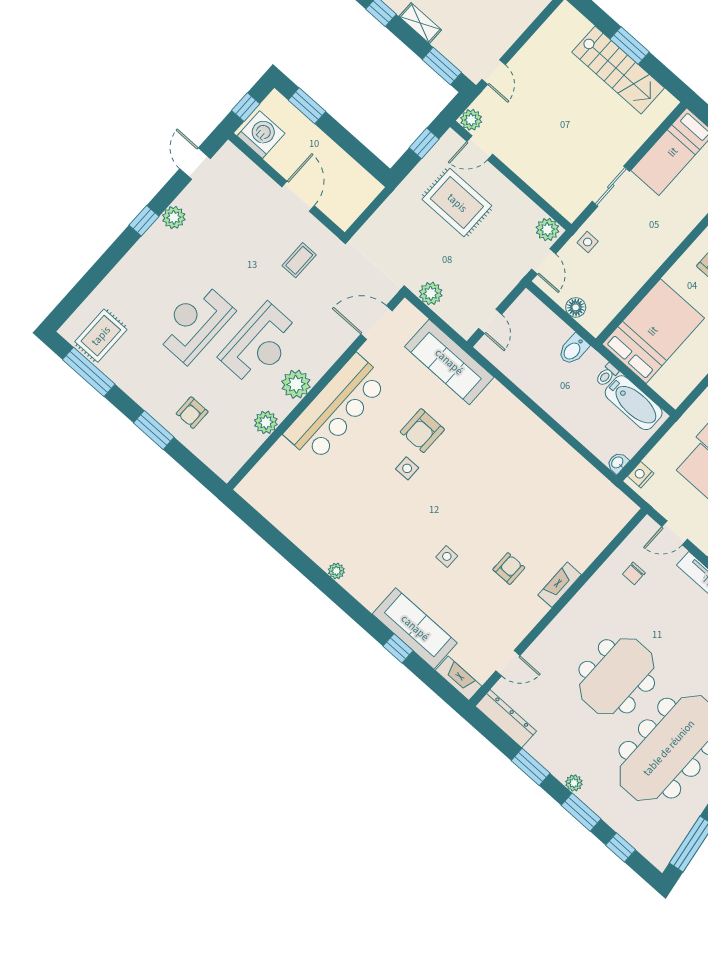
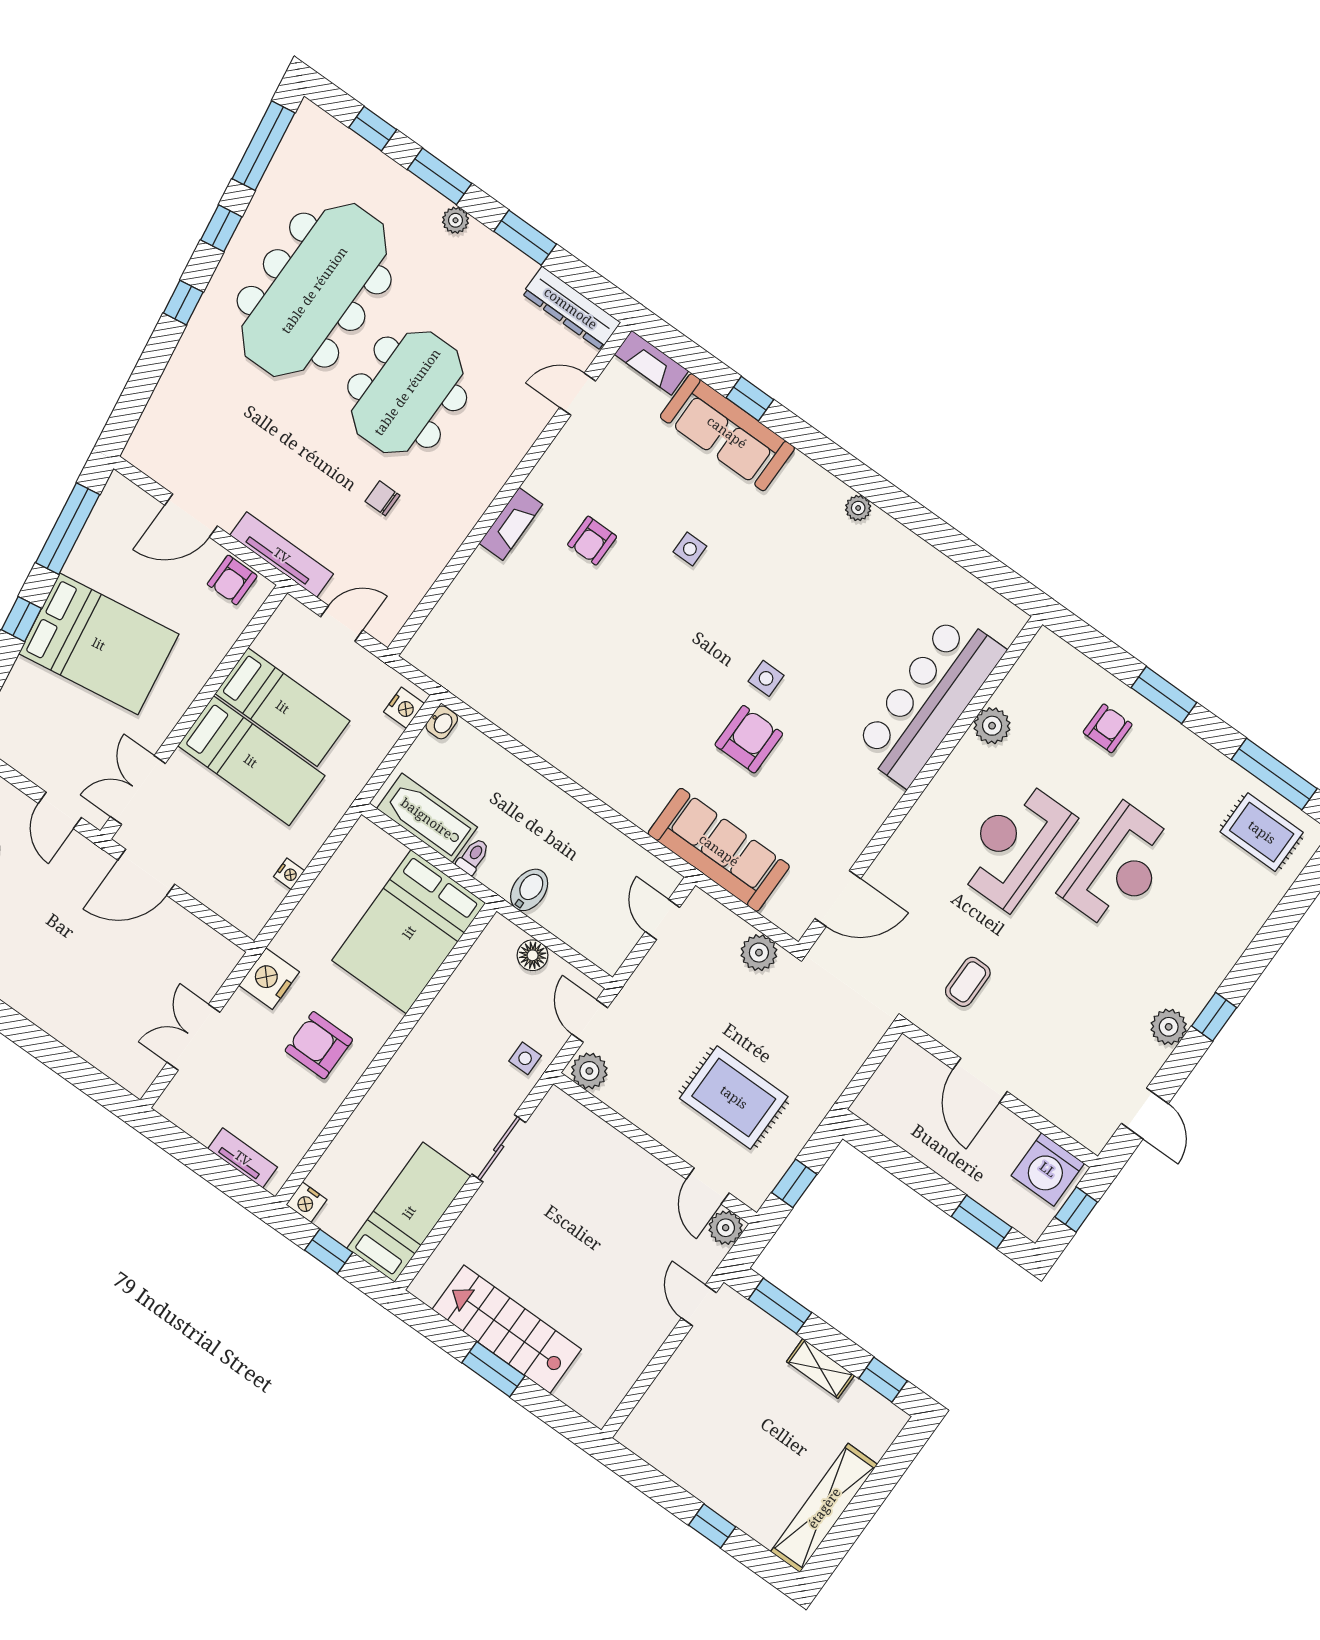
door: (480, 148) -> (708, 1186), swing flipped
rug: (101, 336) -> (1262, 832), turned 90
plant: (296, 384) -> (952, 790), removed
bar counter: (336, 408) -> (929, 700), moved
chair: (634, 573) -> (382, 498), moved, turned -90

